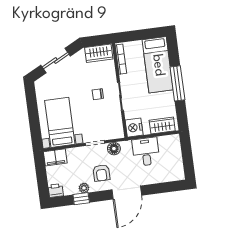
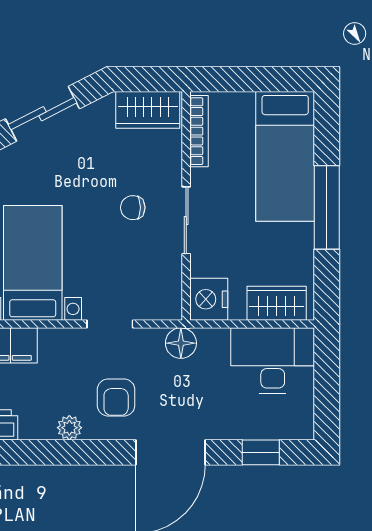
floor lamp: (114, 149) -> (181, 343), moved
desk: (146, 152) -> (273, 361), moved, width x1.37
window: (81, 199) -> (261, 452), moved

